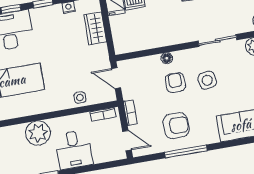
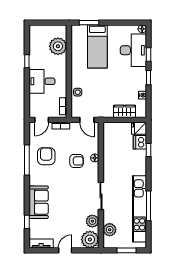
door: (116, 78) -> (87, 120), swing flipped
side table: (207, 80) -> (74, 184), removed
armchair: (176, 126) -> (46, 156), turned 180
plant: (38, 133) -> (58, 46), moved

